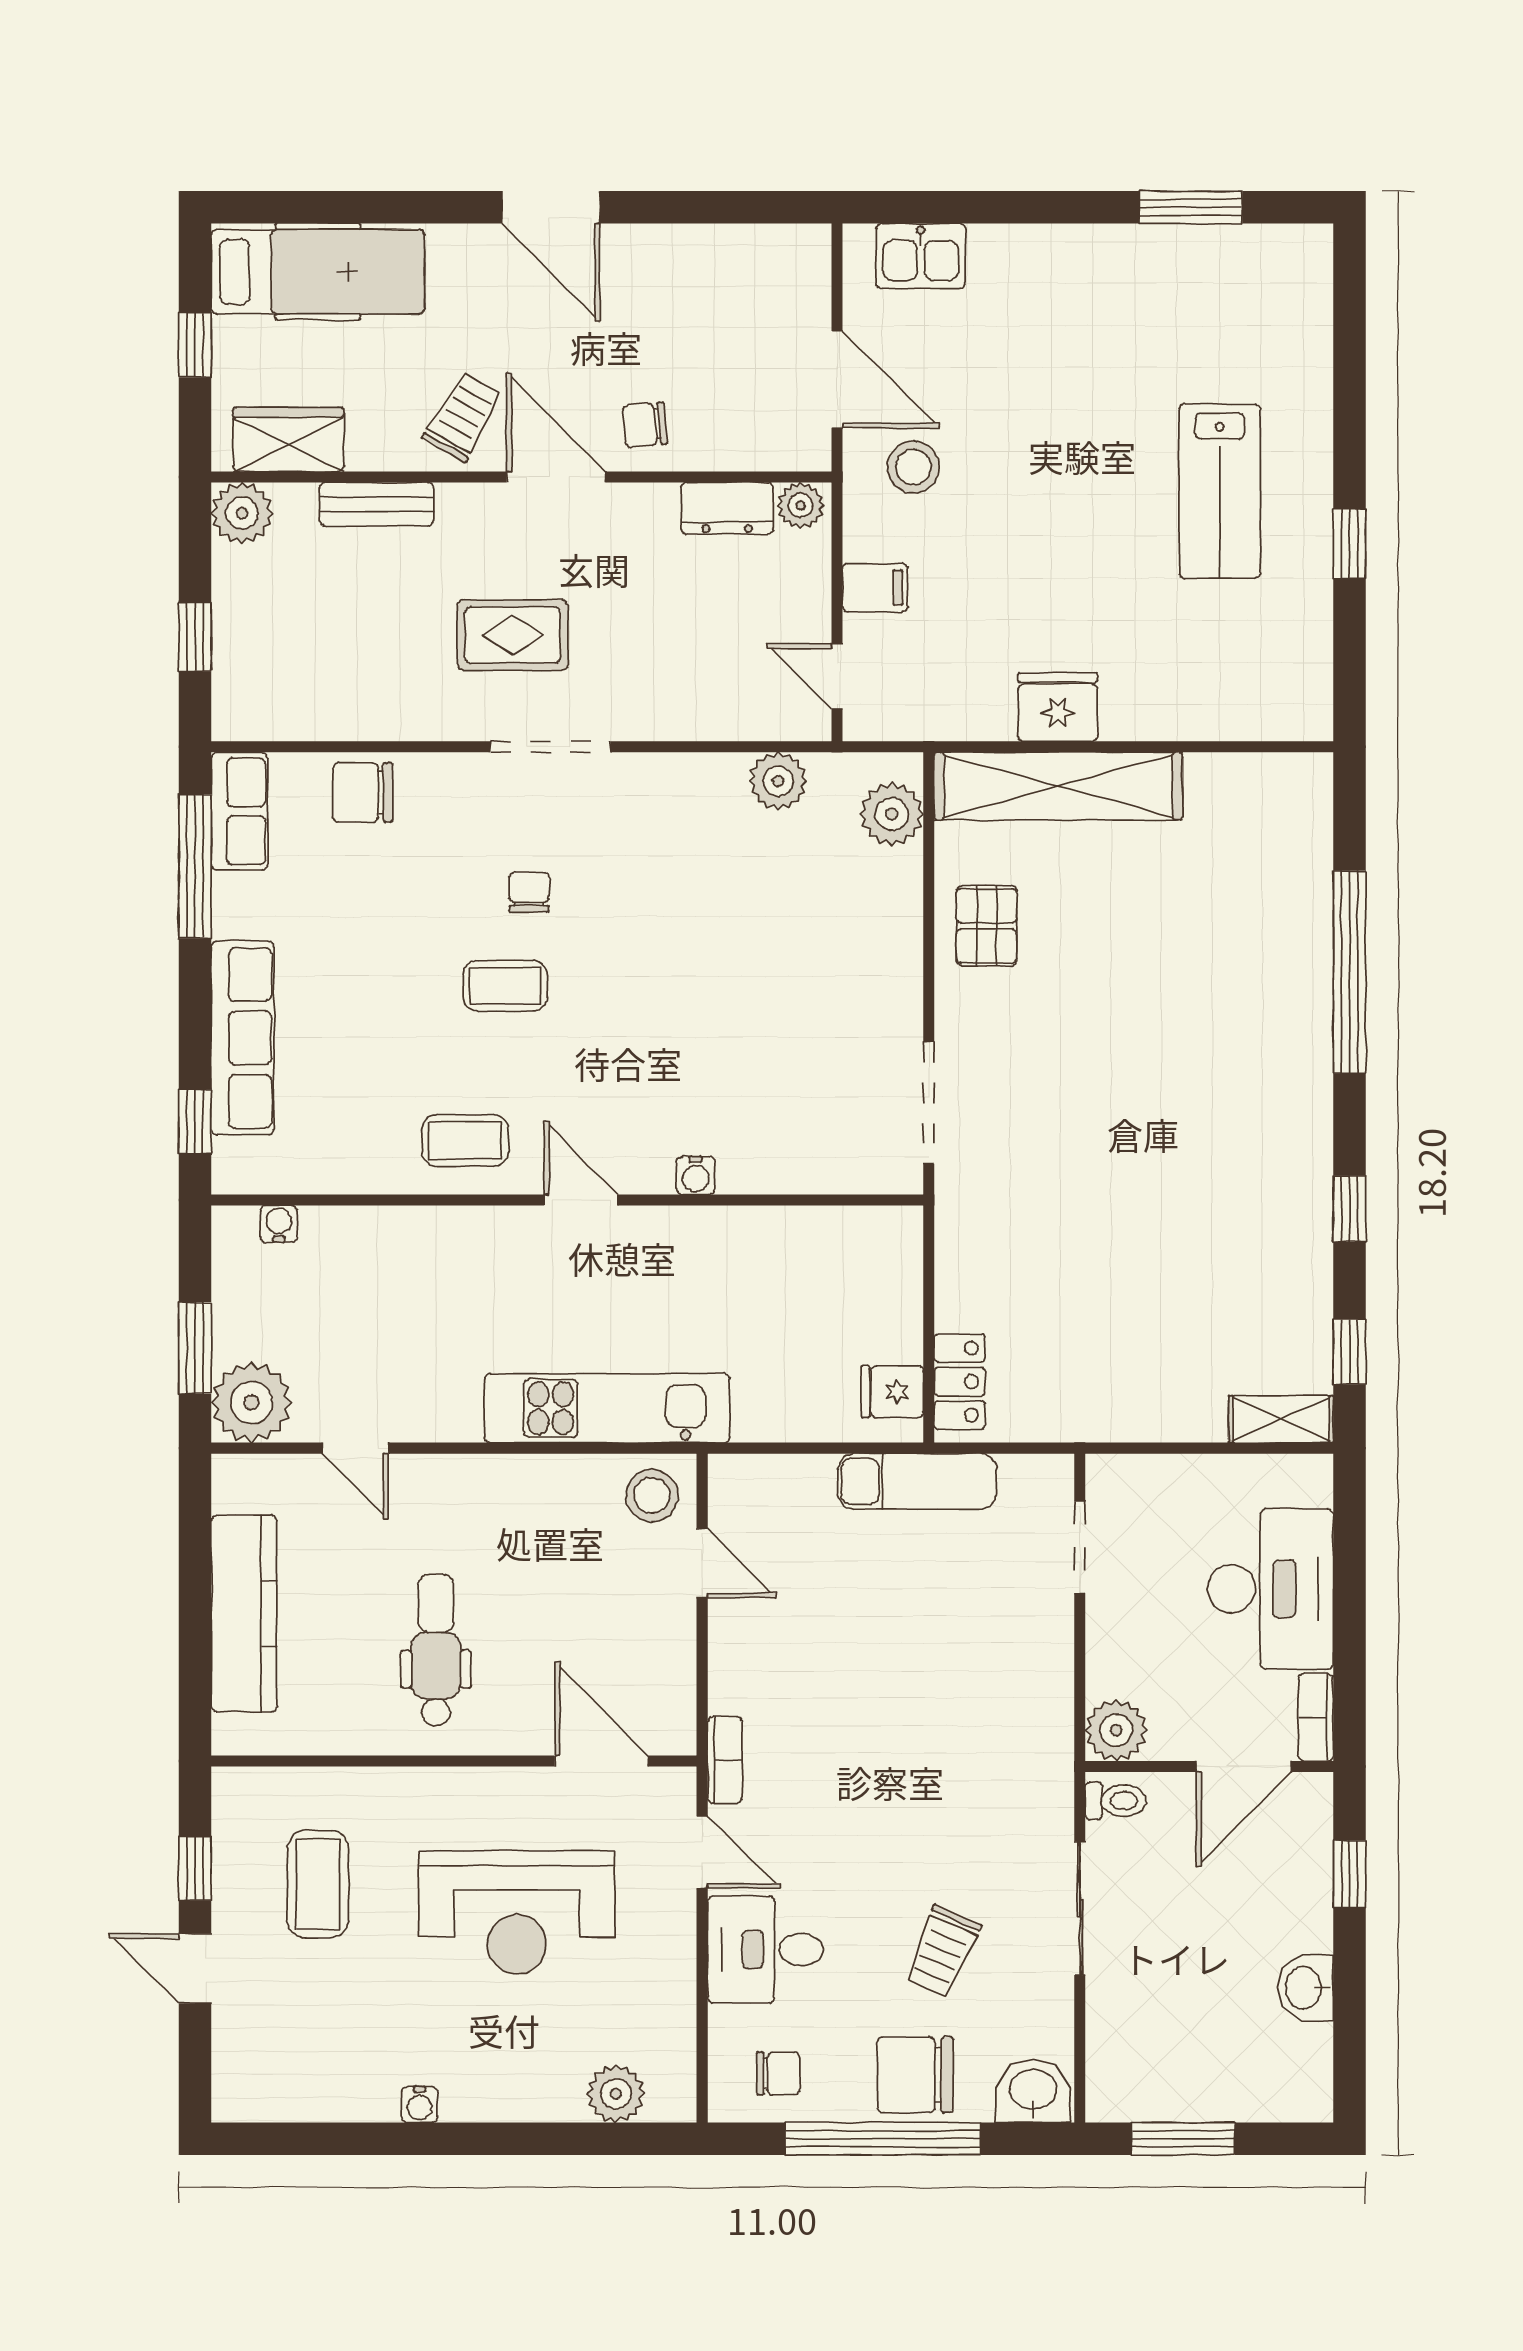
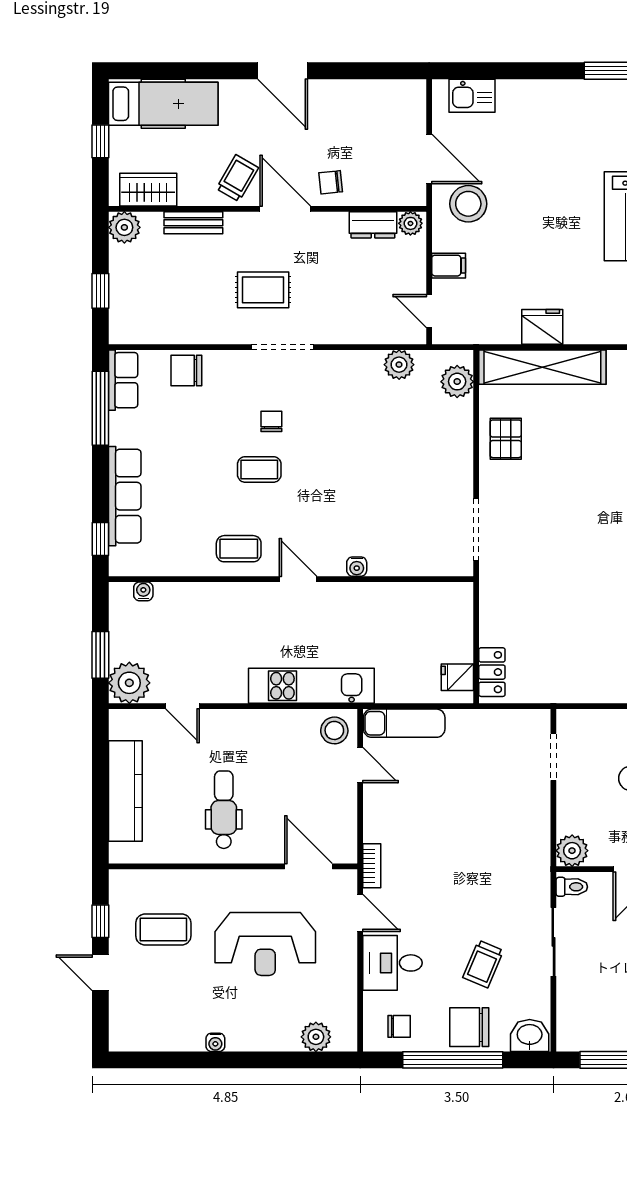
stool: (913, 467) -> (468, 204), width x1.38, depth x1.38
exam couch: (917, 1481) -> (404, 723), moved
coffee table: (318, 1884) -> (163, 929), turned 90

